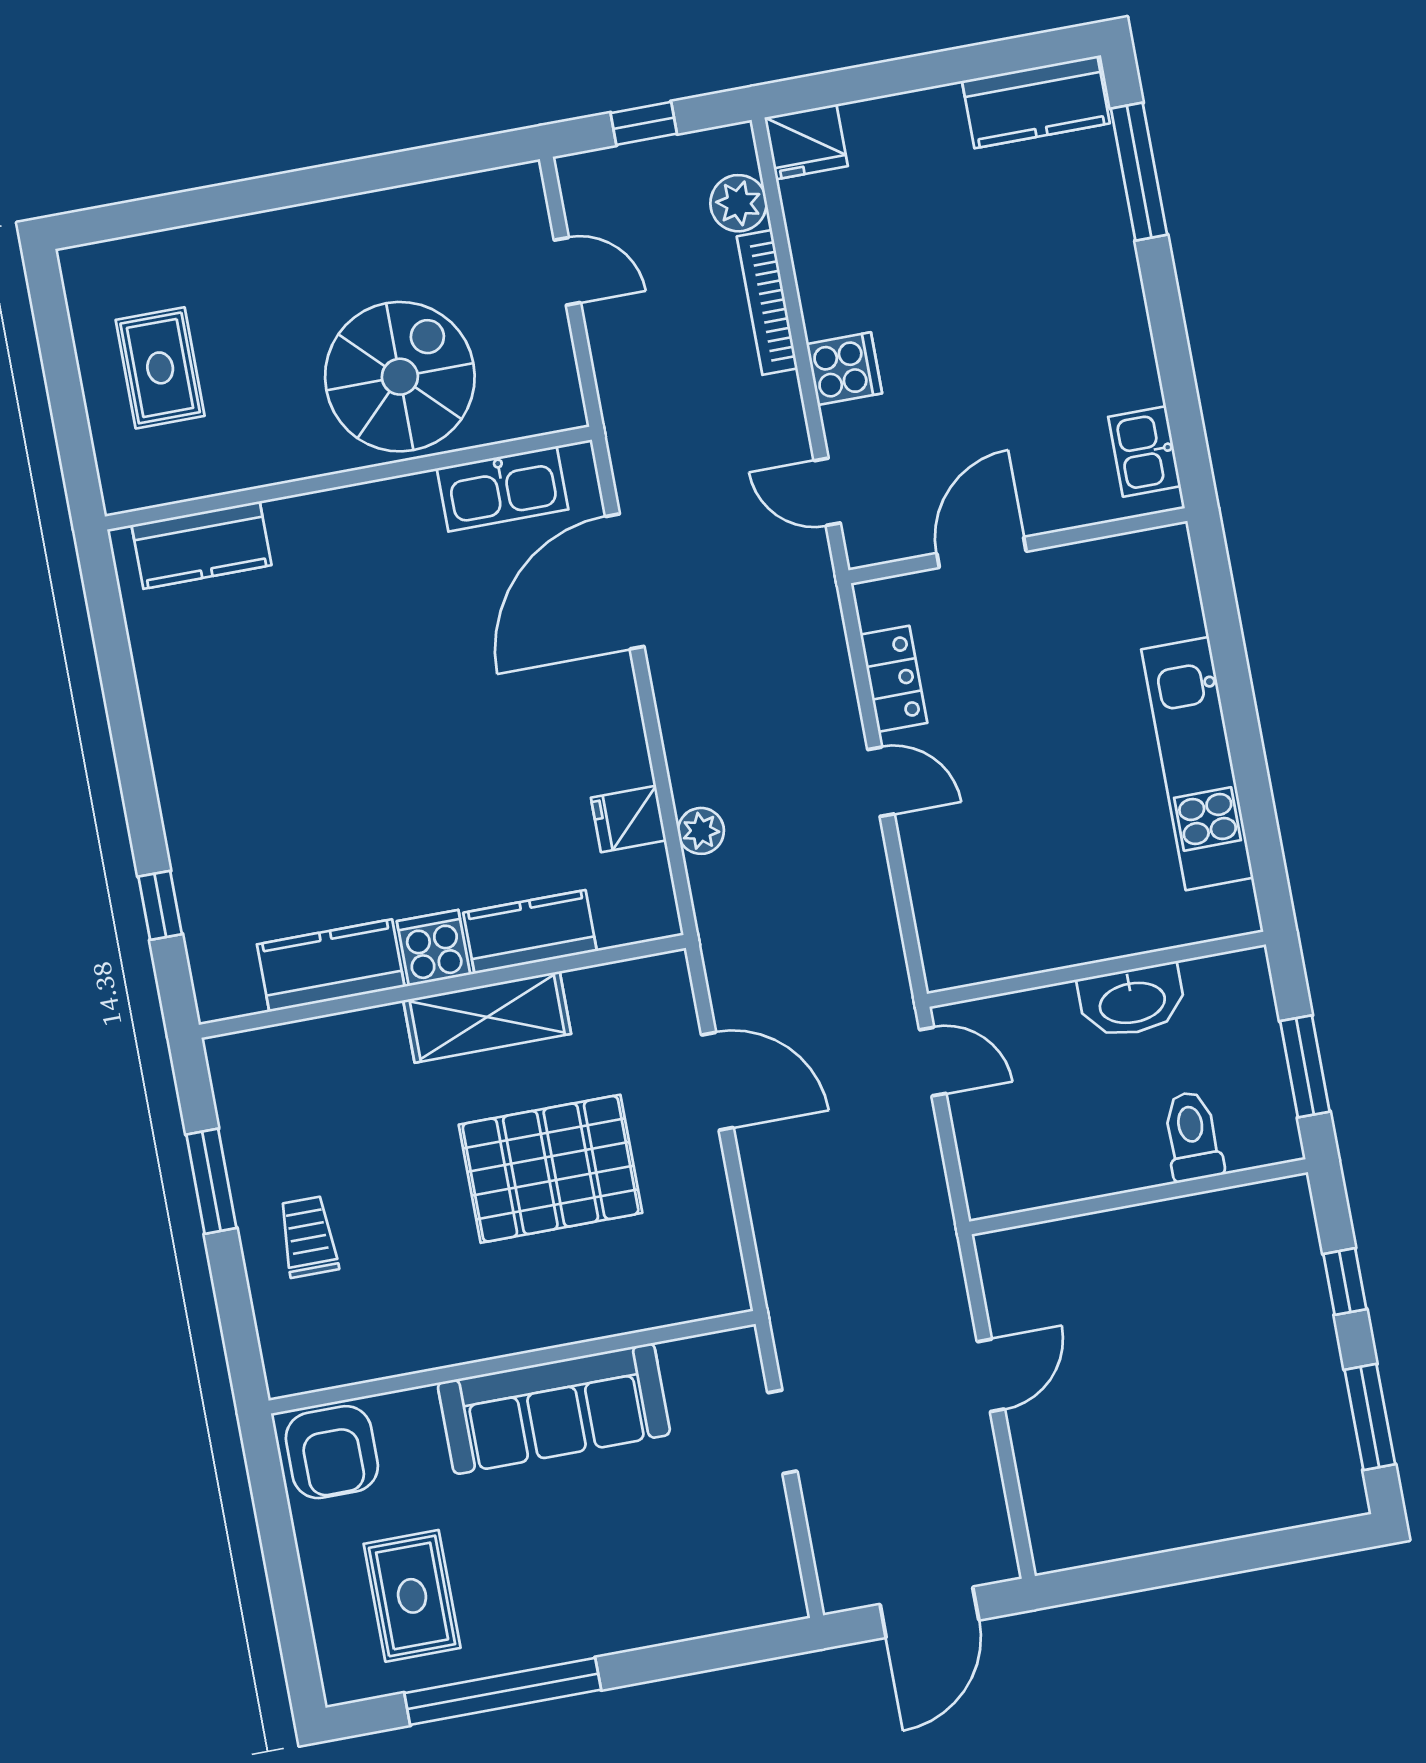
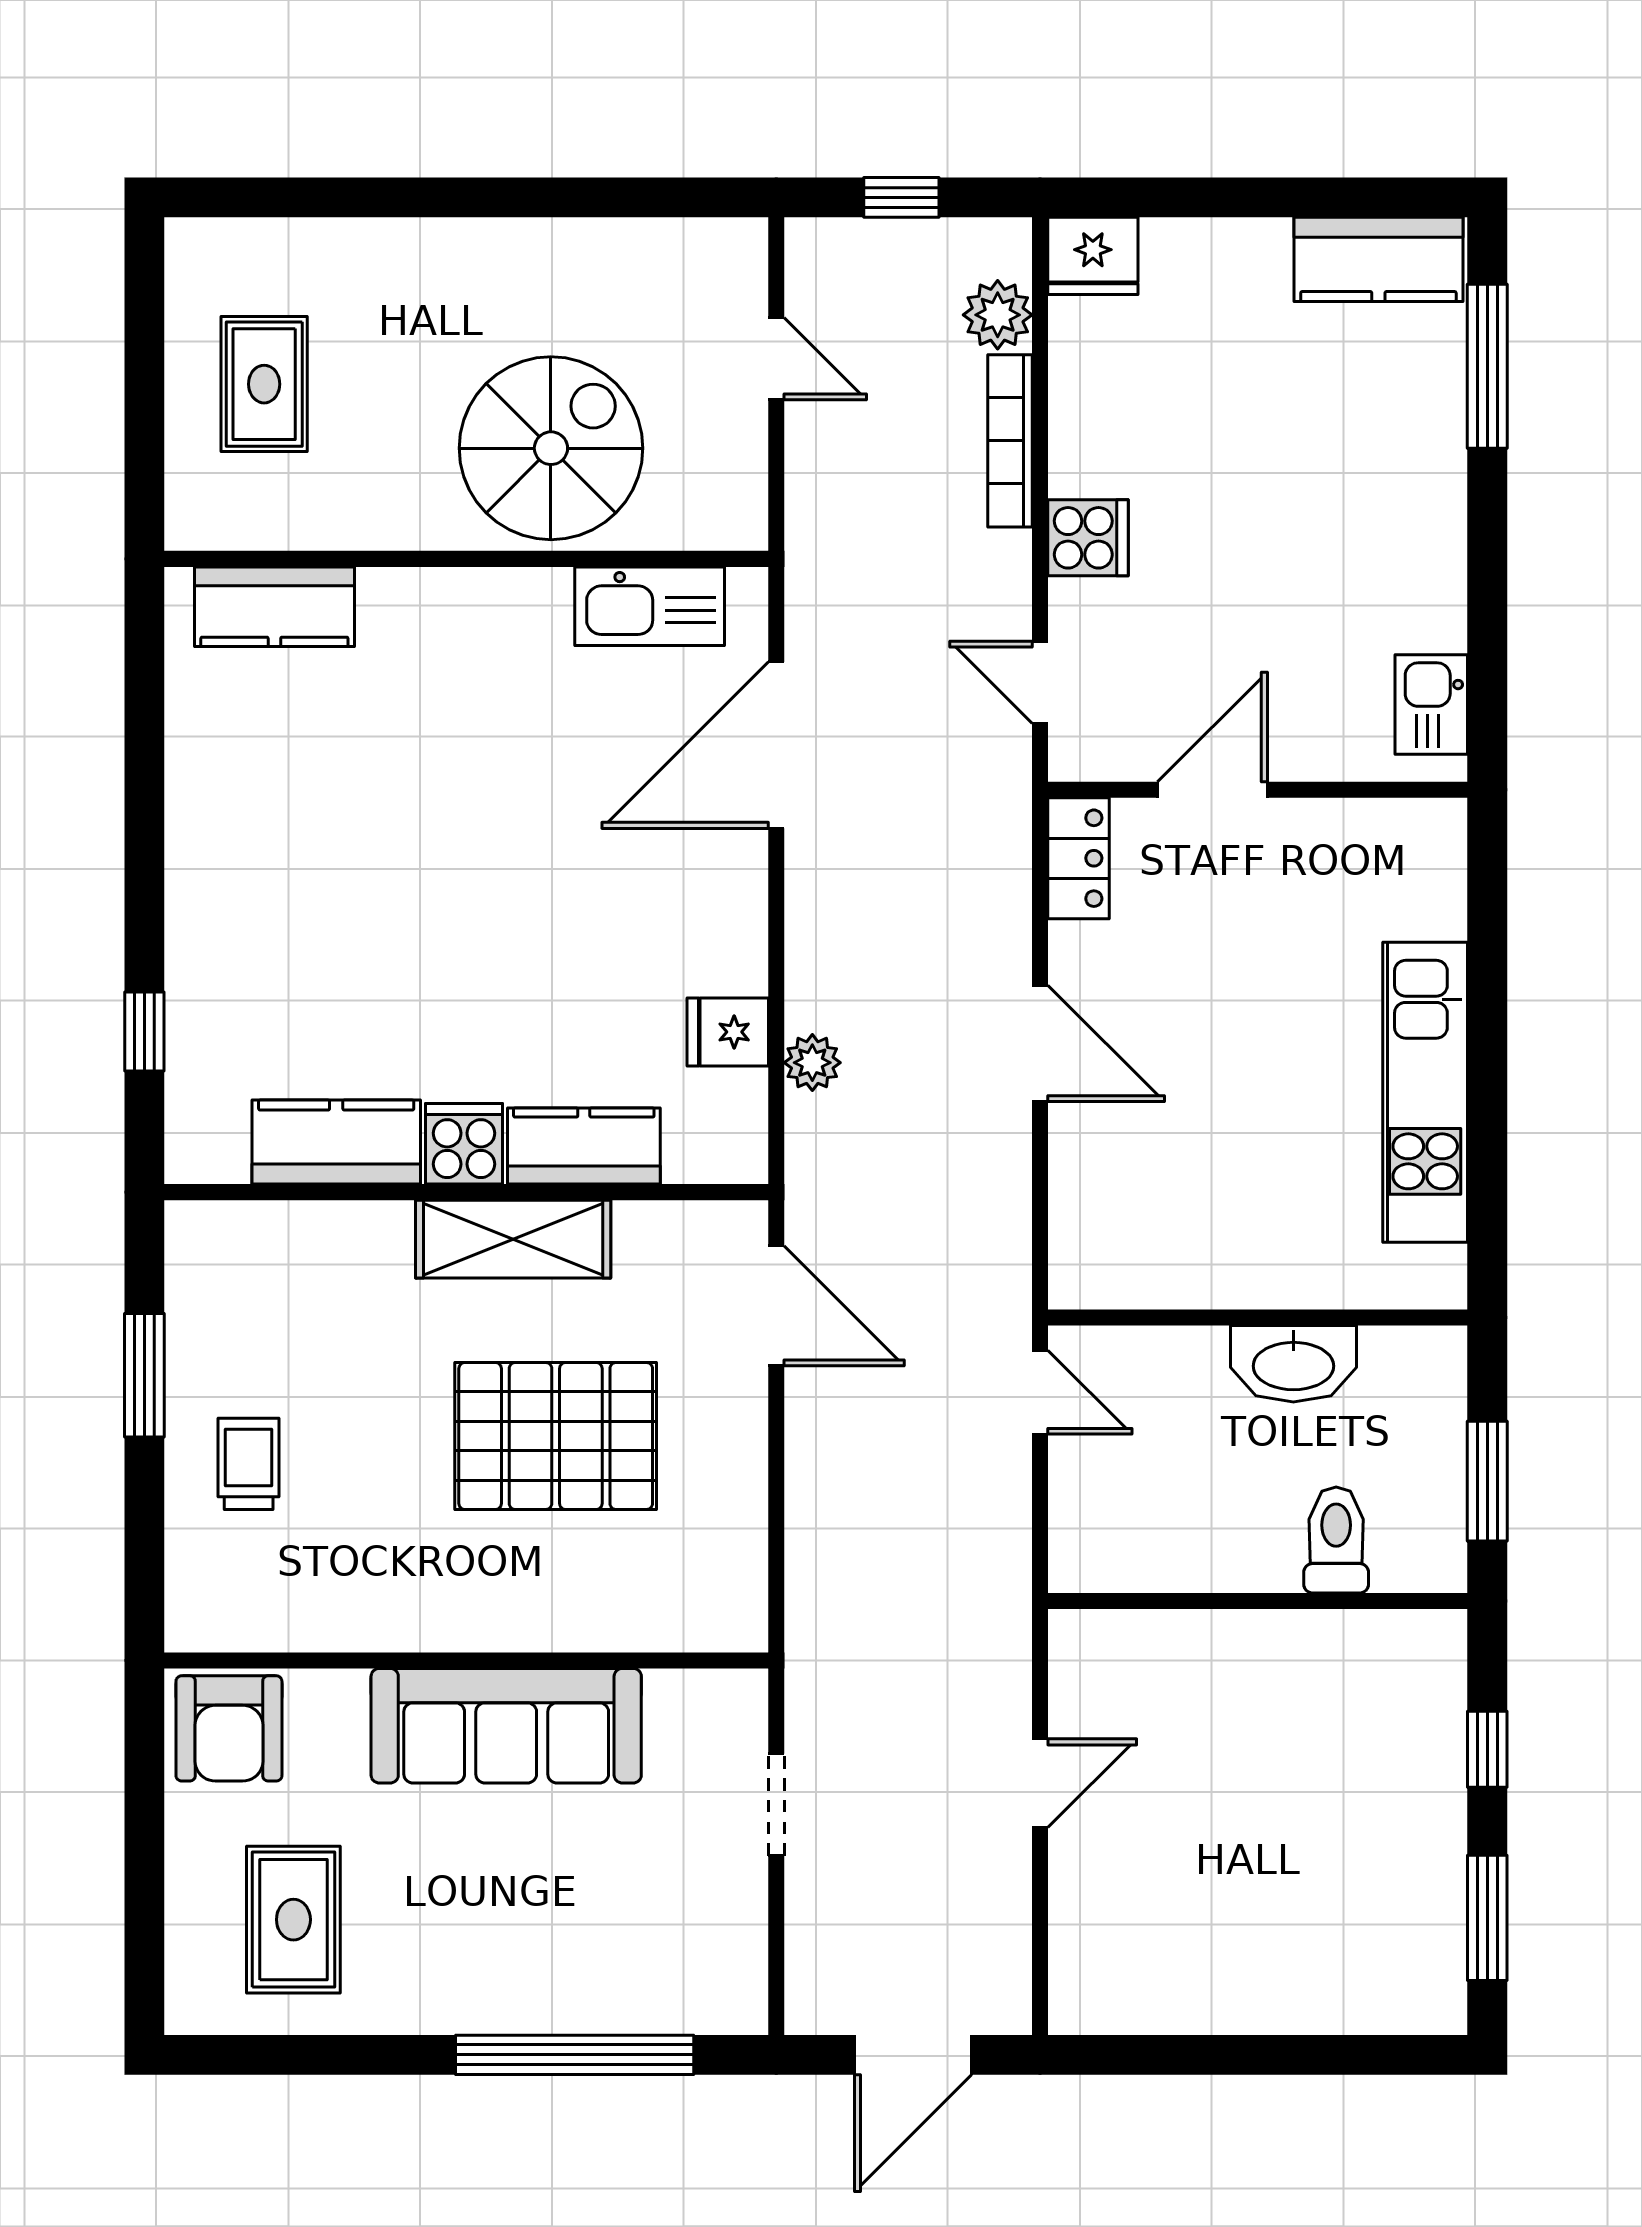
locker: (894, 679) -> (1079, 858), moved
door: (881, 782) -> (1040, 1044), width x1.38
door: (717, 1081) -> (776, 1306), moved
window: (503, 1691) -> (575, 2055), moved

